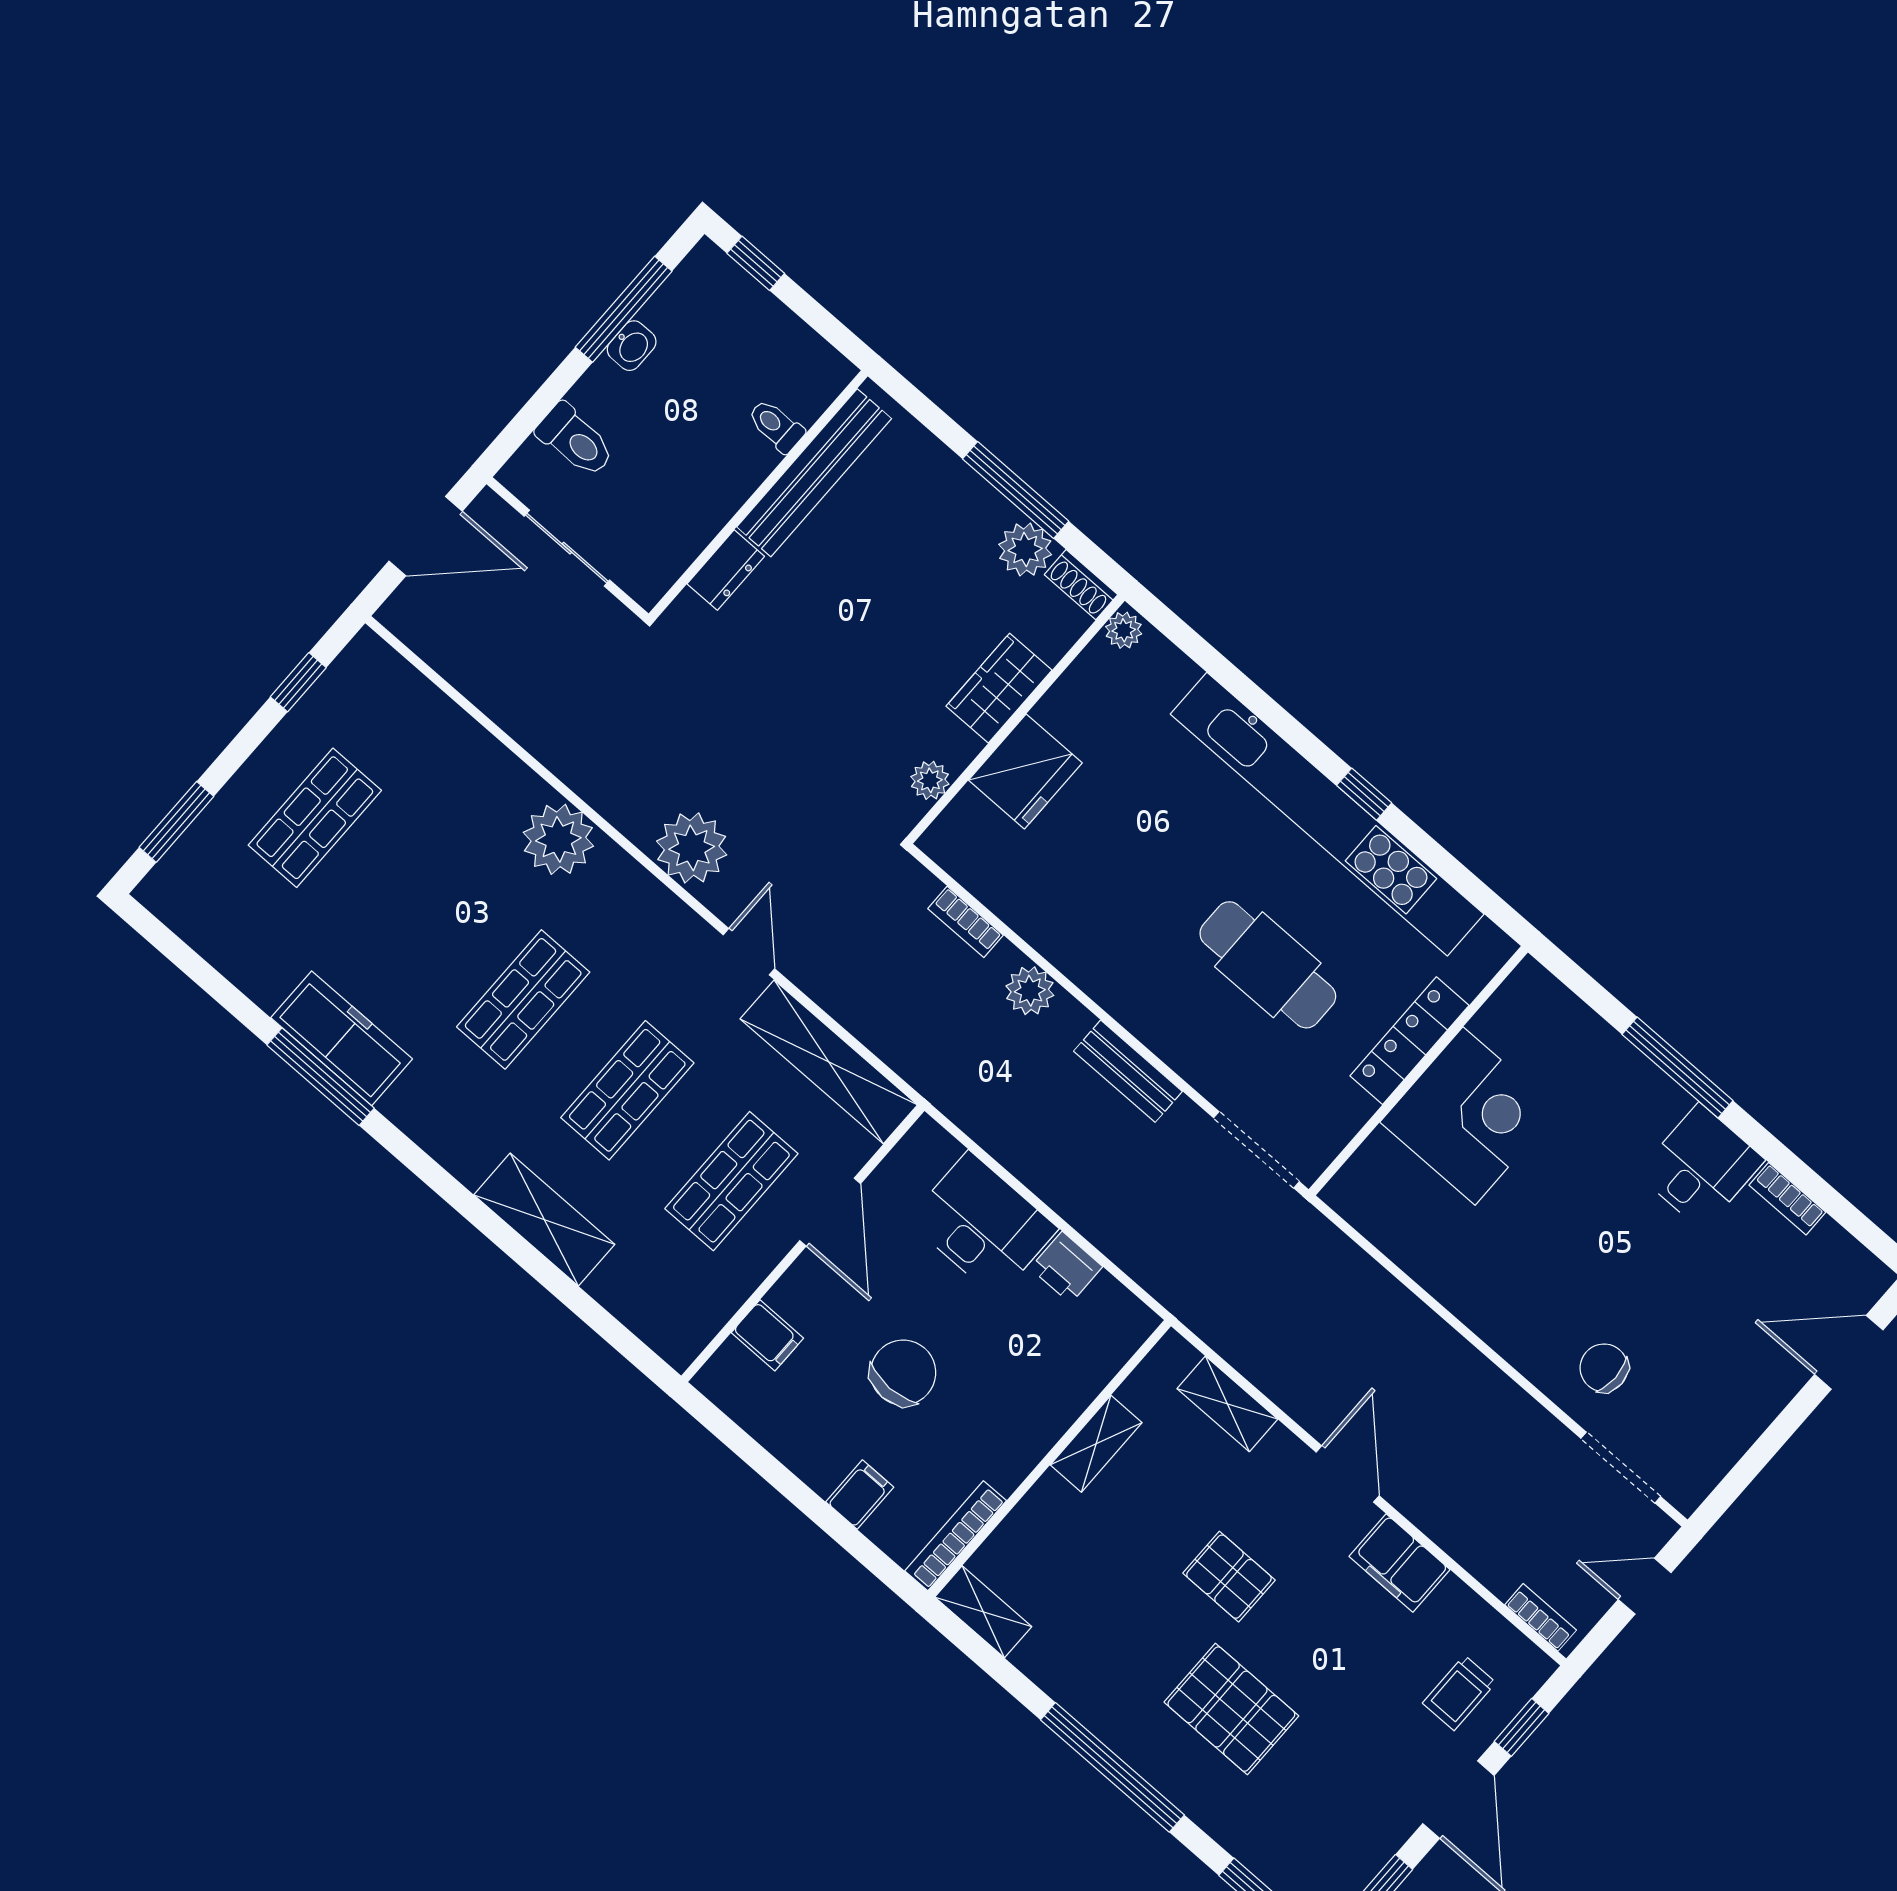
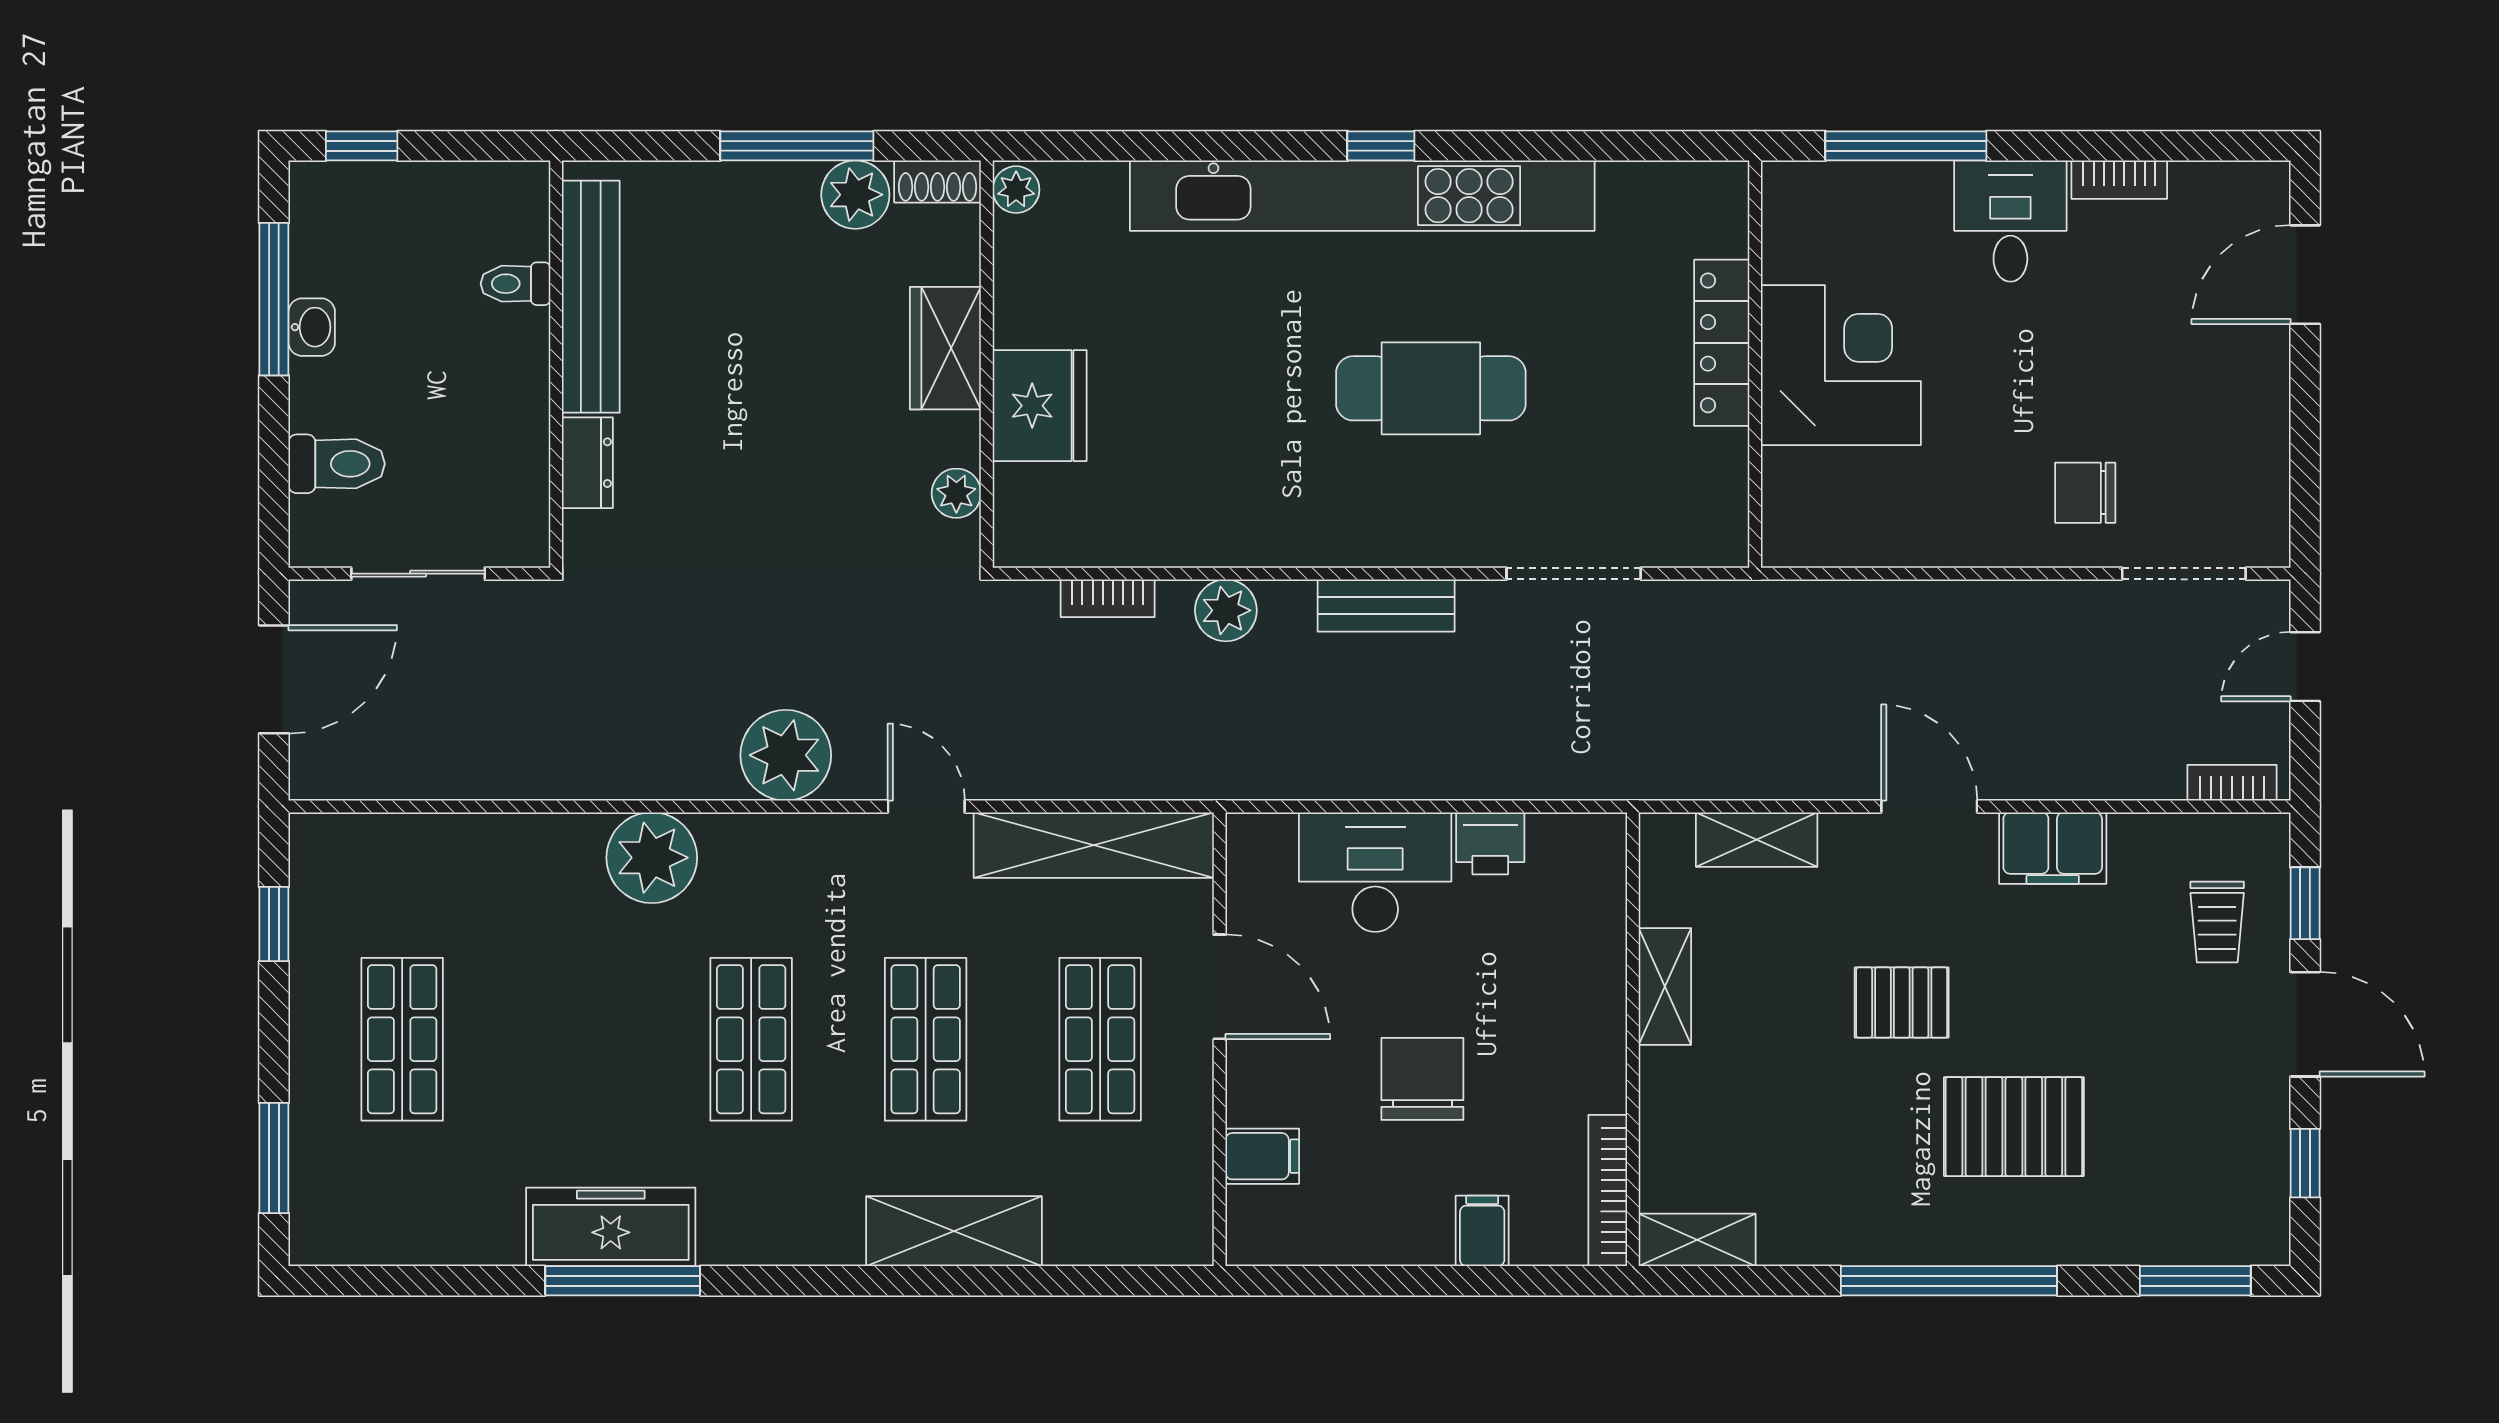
locker: (1410, 1041) -> (1722, 343), moved
wall: (1418, 1071) -> (1755, 364), moved
corner desk: (1469, 1116) -> (1841, 365), moved

